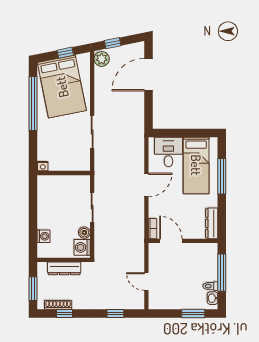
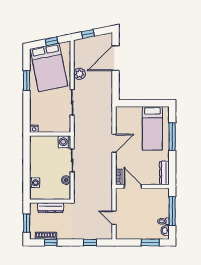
plant: (102, 59) -> (79, 74), moved
window: (33, 104) -> (27, 80), width x0.47
desk: (168, 152) -> (131, 118), removed
washing machine: (82, 247) -> (64, 142), moved

